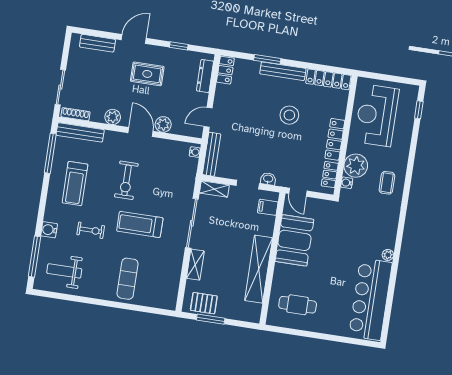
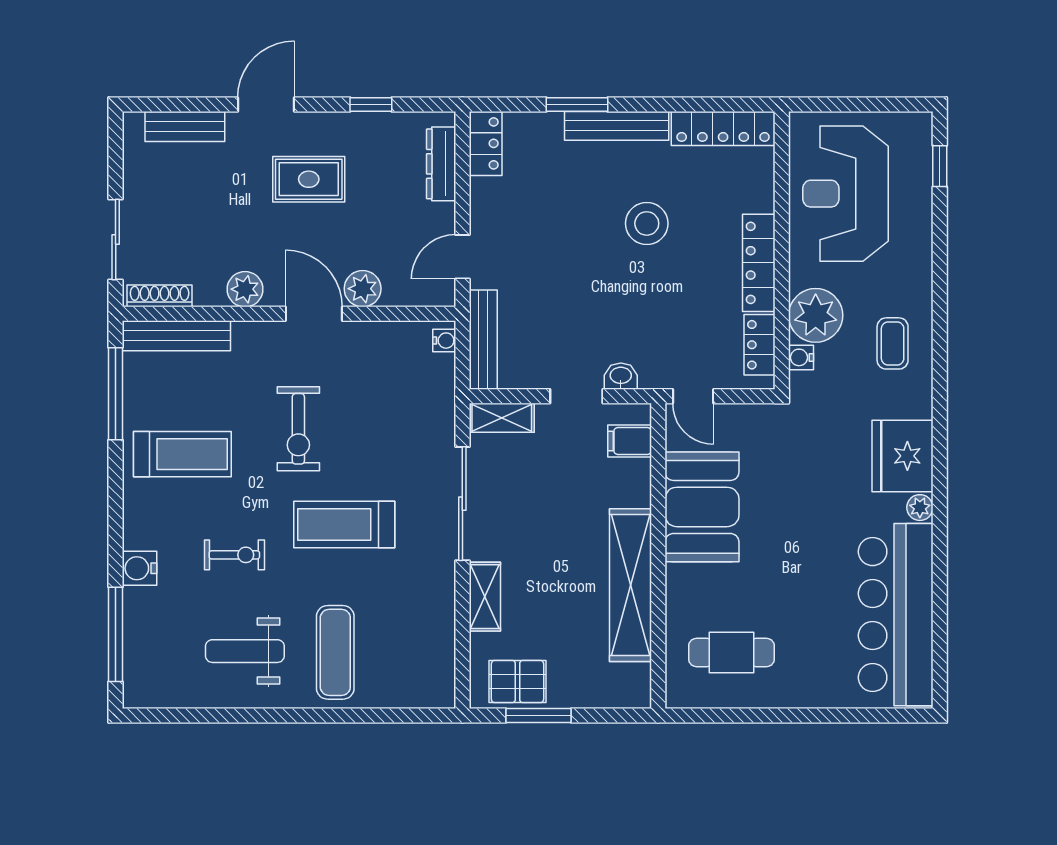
treadmill: (75, 184) -> (182, 454), turned -90
fridge: (384, 232) -> (902, 456), added
weight bench: (64, 271) -> (245, 651), moved

